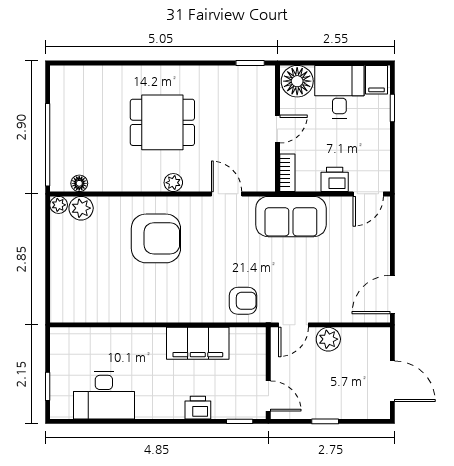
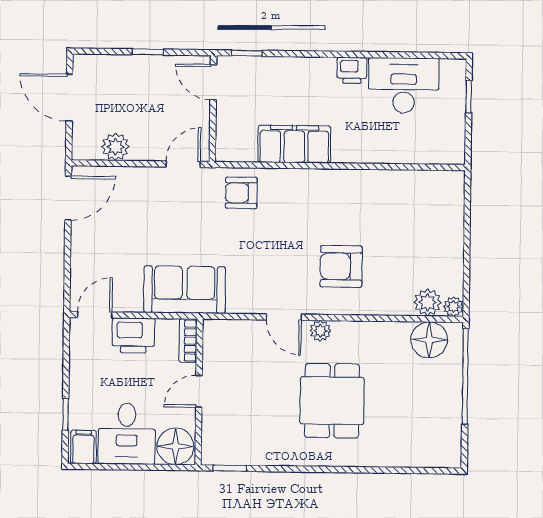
dining table: (162, 122) -> (332, 401), turned 90
printer: (335, 179) -> (133, 336), width x1.36, depth x1.24
floor lamp: (79, 183) -> (429, 340), width x1.89, depth x1.89
door: (227, 194) -> (284, 317), moved
armchair: (156, 238) -> (341, 266), width x0.73, depth x0.73
plant: (328, 339) -> (115, 147), moved
printer: (198, 408) -> (352, 70), moved

